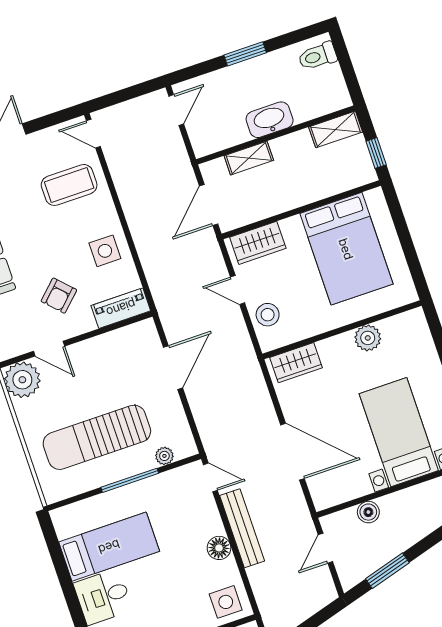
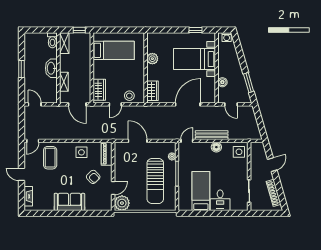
toilet: (318, 56) -> (52, 40), moved
bed: (346, 249) -> (114, 50), width x0.67

